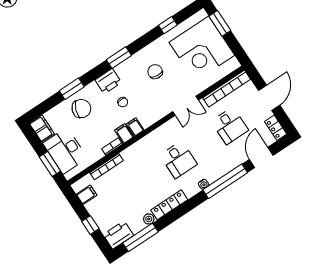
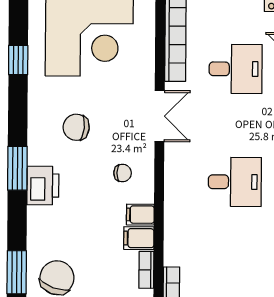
printer: (108, 81) -> (43, 185), moved
chair: (123, 102) -> (123, 173), moved

